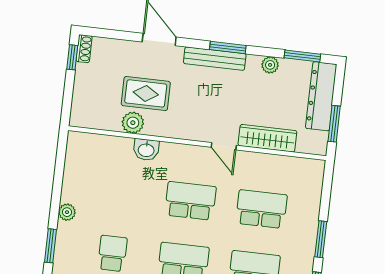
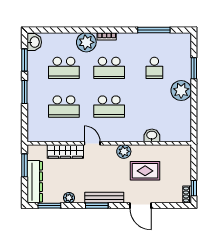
plant: (133, 123) -> (124, 151), moved
washbasin: (146, 150) -> (152, 135), moved
plant: (67, 212) -> (181, 91), width x1.88, depth x1.88

